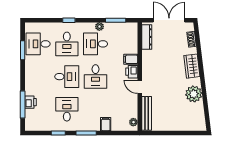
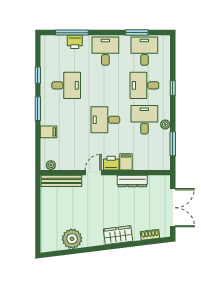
dresser: (147, 37) -> (132, 181), moved
desk: (67, 77) -> (105, 51), moved, turned 180
plant: (194, 94) -> (72, 239), moved

